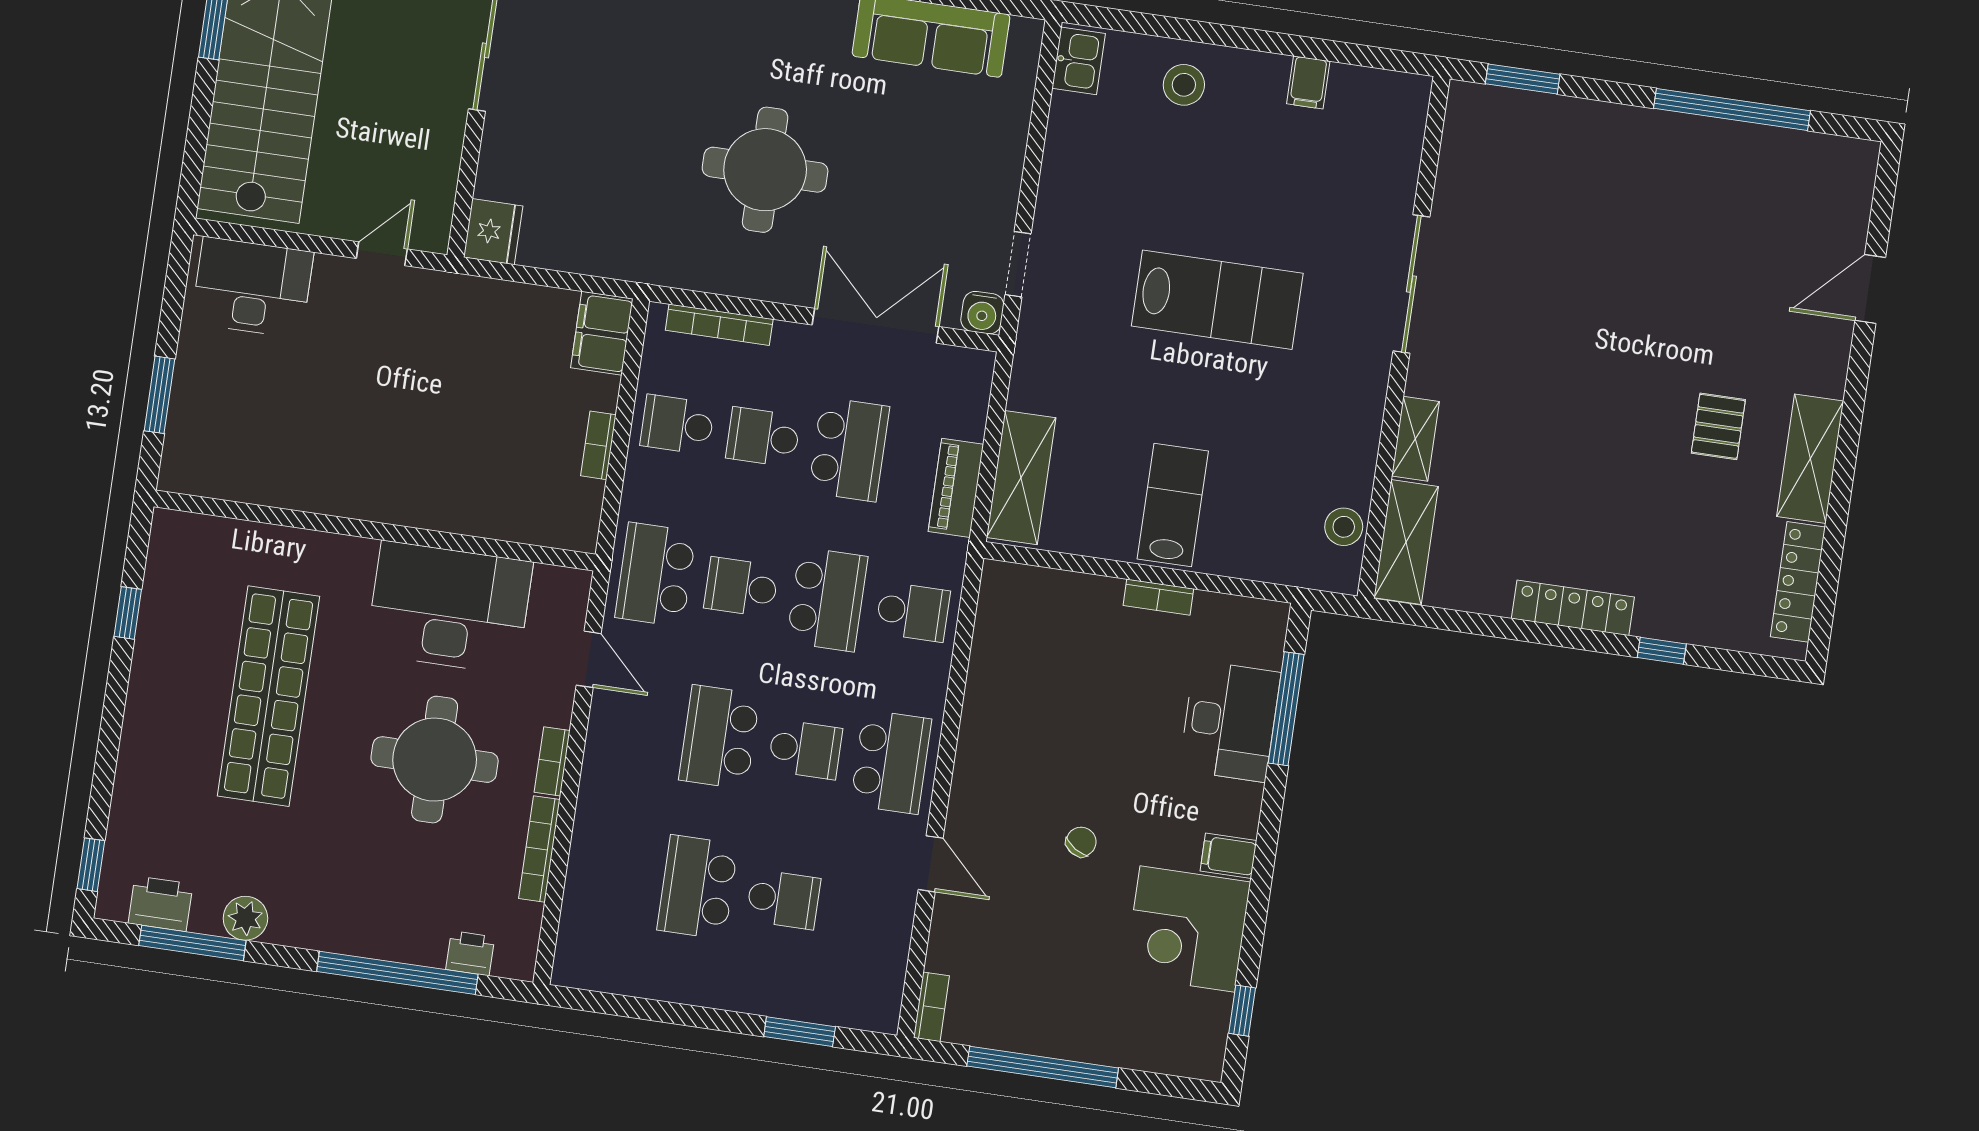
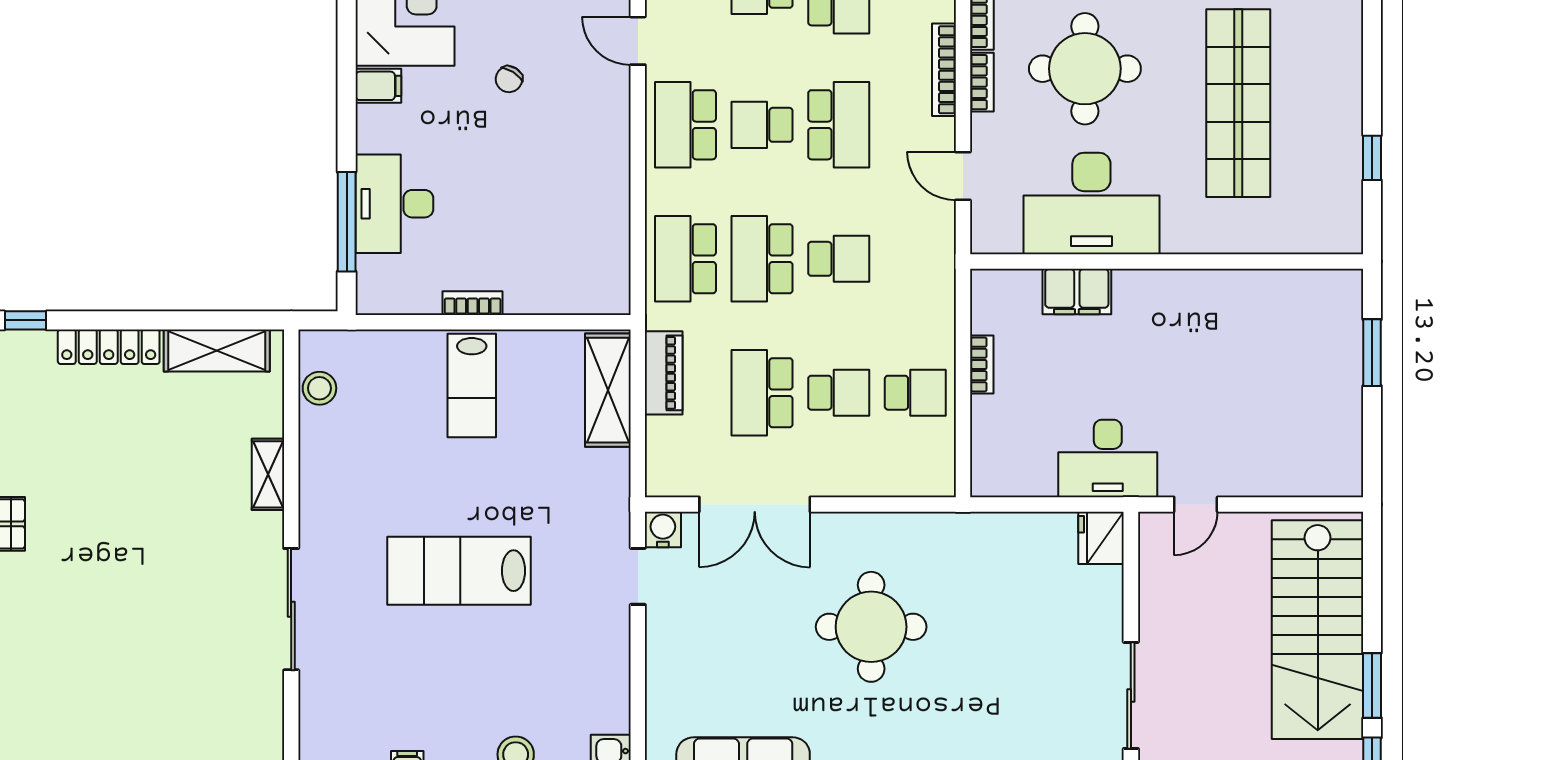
desk: (252, 287) -> (1108, 458), moved
bookcase: (719, 325) -> (944, 70), moved, turned -90
filing cabinet: (602, 333) -> (1077, 291), moved, turned 90
shelving: (1406, 542) -> (217, 350), moved, turned 90
school desk: (656, 574) -> (915, 259), removed
school desk: (913, 612) -> (685, 259), width x1.85

